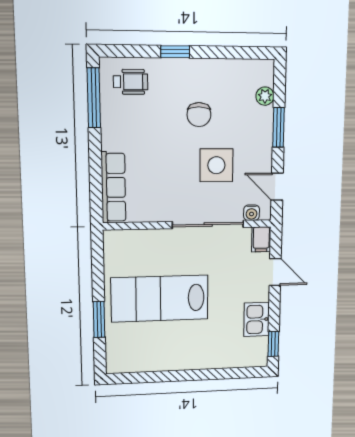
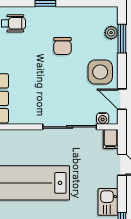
window: (279, 127) -> (122, 39), moved
side table: (216, 165) -> (100, 72), moved

